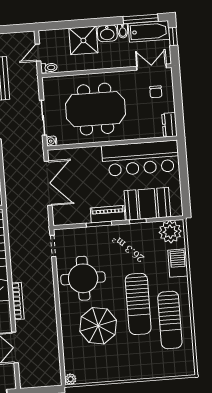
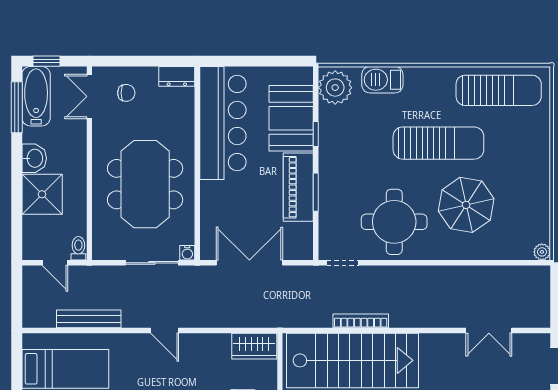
bidet: (123, 31) -> (33, 135), removed
piano: (108, 214) -> (298, 187), width x1.37, depth x1.33
bookcase: (18, 301) -> (361, 321), moved
sun lounger: (170, 320) -> (499, 90), moved

